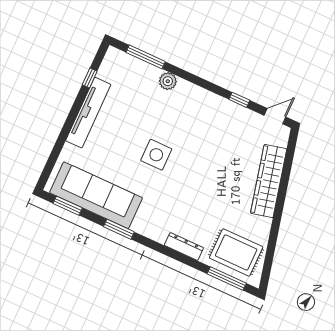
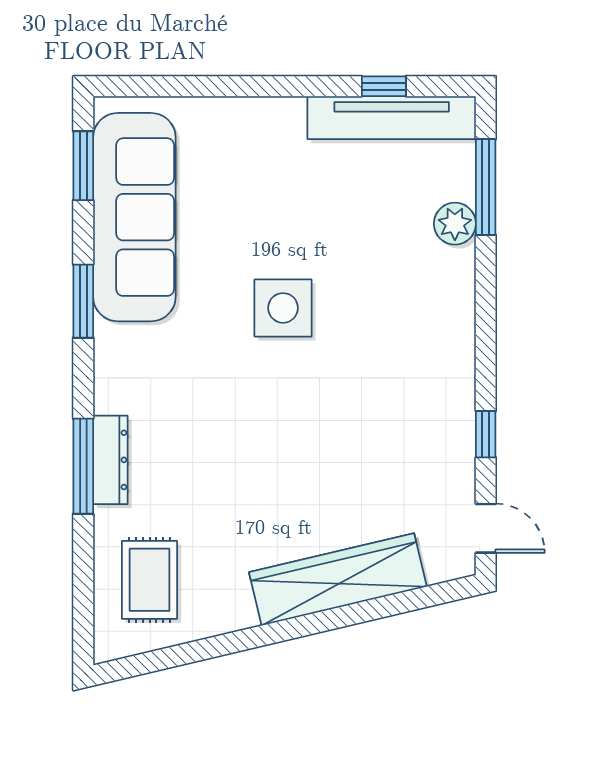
plant: (168, 81) -> (455, 224), moved
tv unit: (88, 113) -> (392, 118), moved
rug: (236, 252) -> (150, 580), width x0.73, depth x0.70
window: (227, 278) -> (83, 466), moved

